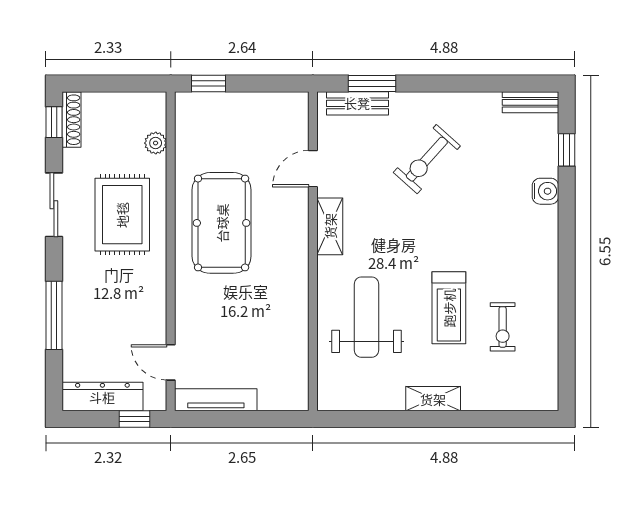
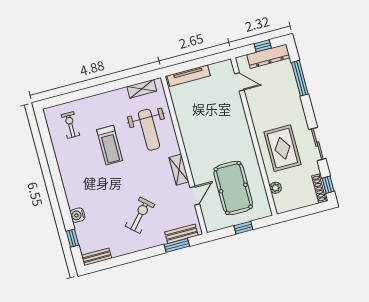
window: (208, 83) -> (243, 228), moved
pool table: (222, 223) -> (233, 188), moved
treadmill: (449, 308) -> (110, 145), turned 180
window: (54, 315) -> (300, 78), moved
exercise bike: (503, 327) -> (70, 125), moved
shelving: (433, 399) -> (142, 89), moved
tv unit: (216, 400) -> (189, 76), moved
window: (134, 419) -> (263, 46), moved

